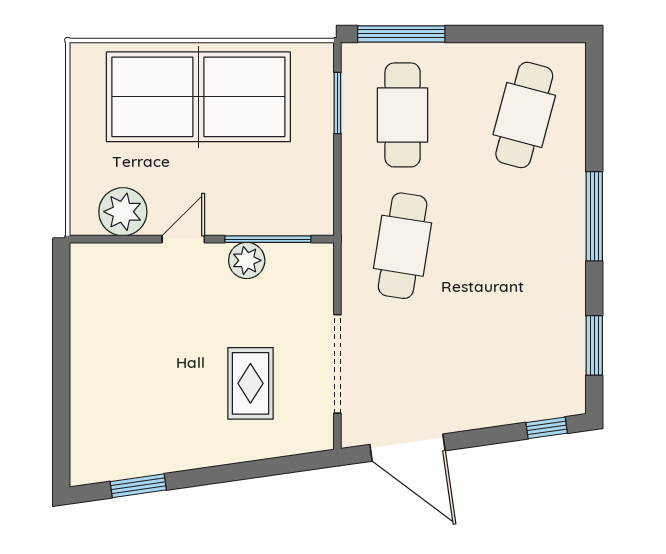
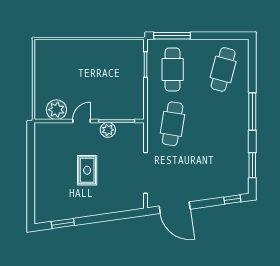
table tennis table: (198, 97) -> (88, 62), removed
rug: (250, 383) -> (87, 170), moved

